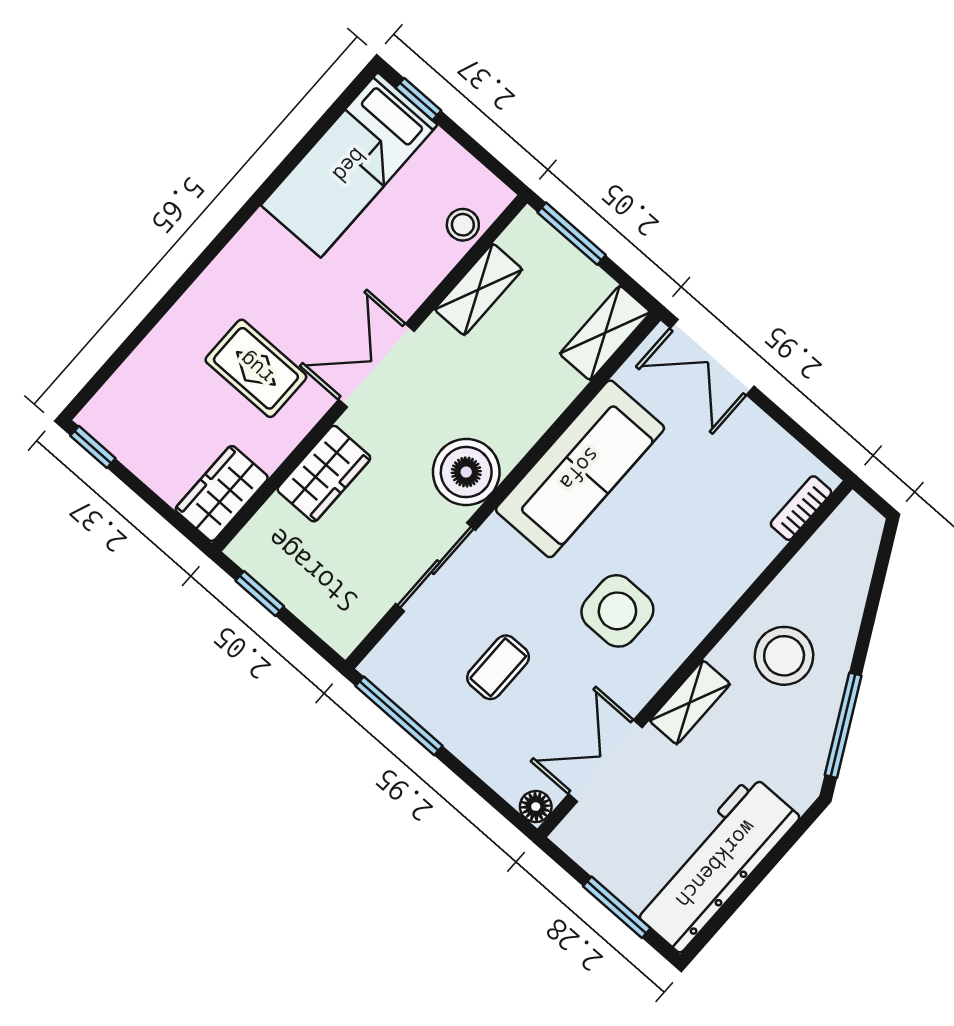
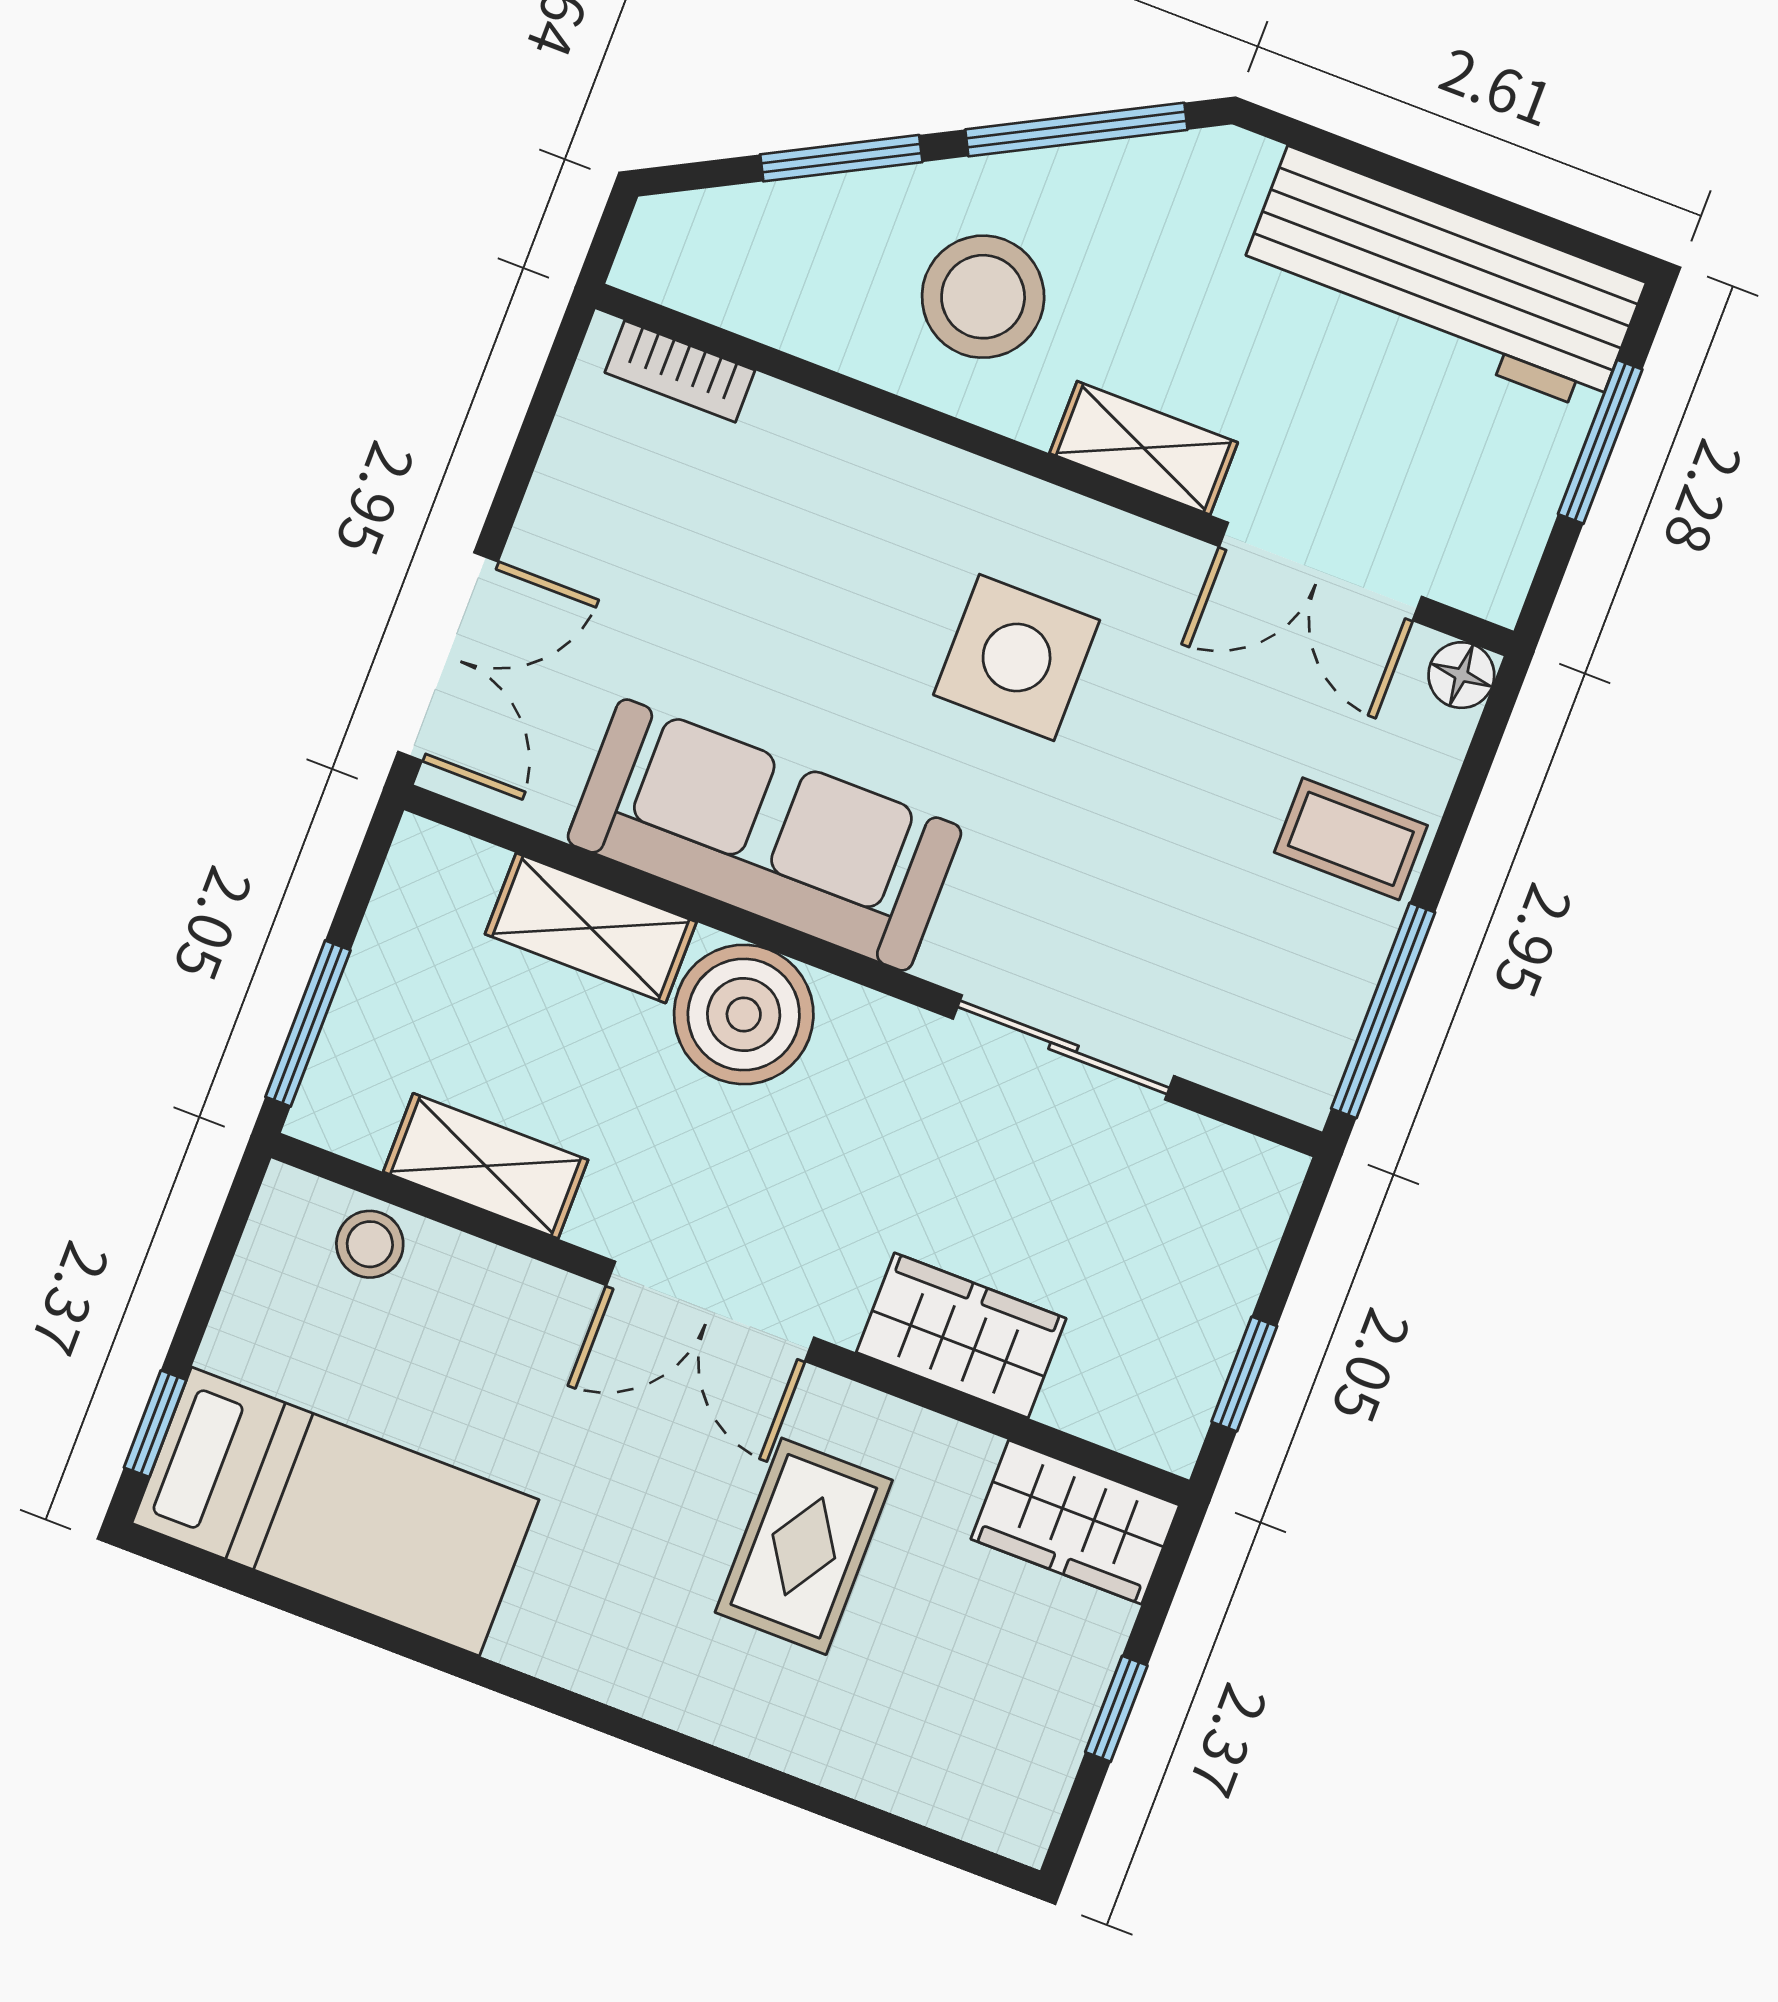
shelving: (605, 333) -> (591, 928), moved
window: (93, 447) -> (1116, 1709), moved
boiler: (466, 472) -> (744, 1014), moved
window: (869, 616) -> (841, 158), added
coffee table: (498, 667) -> (1351, 839), moved

